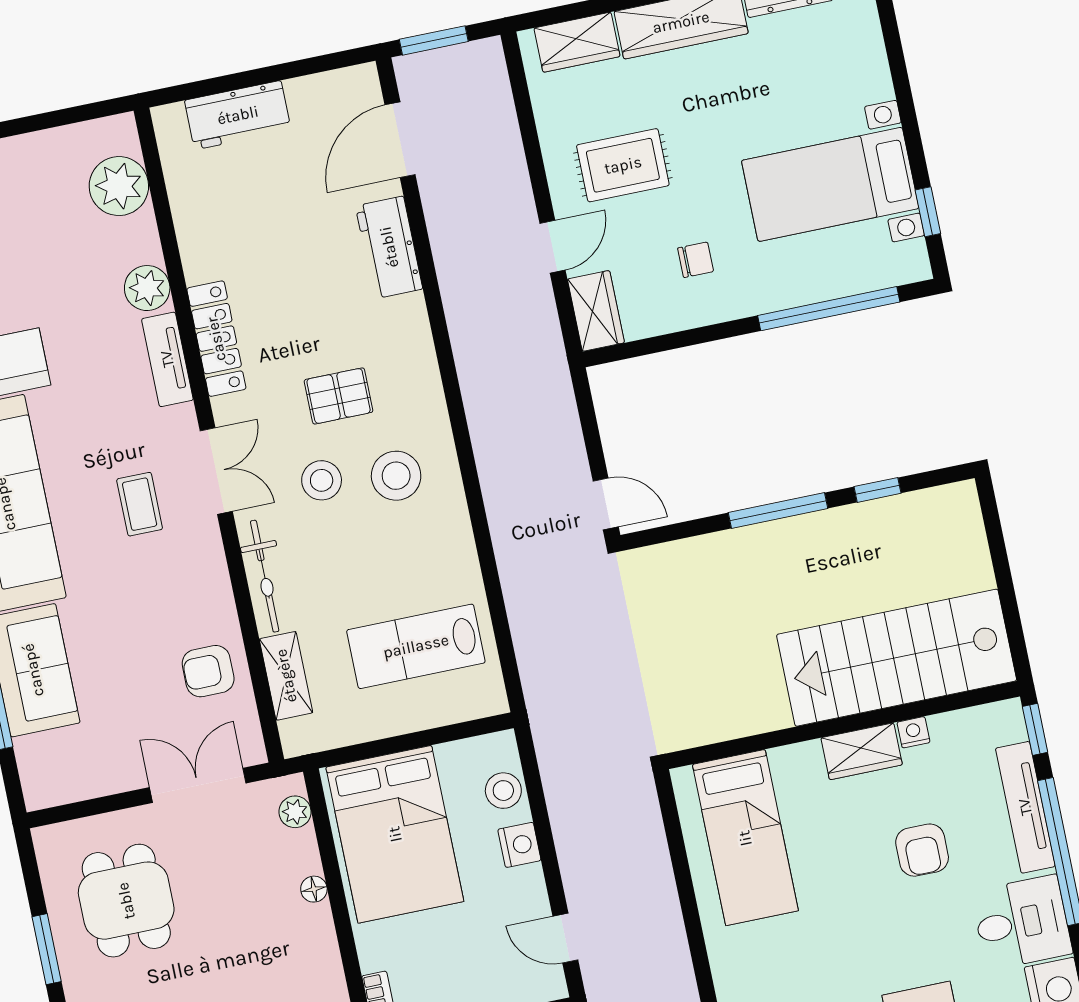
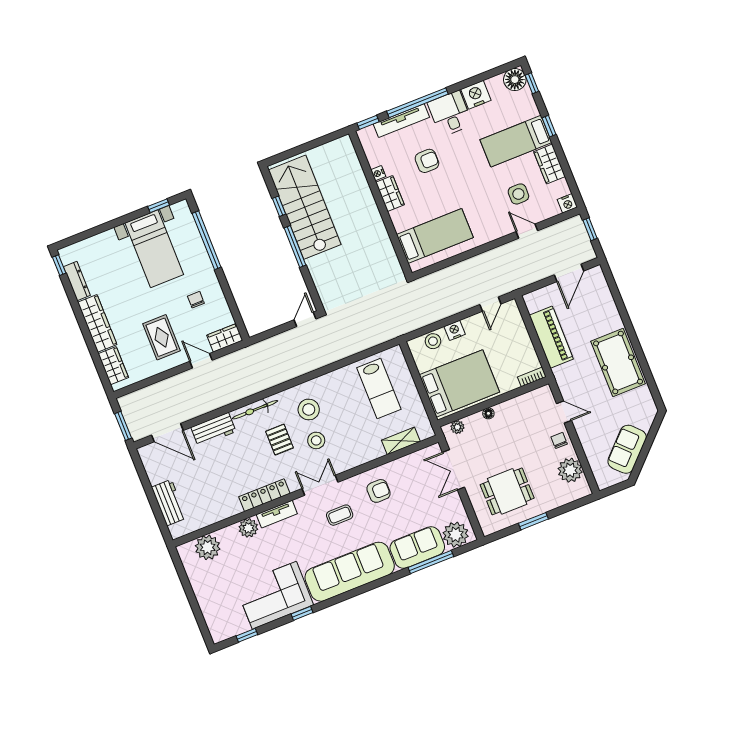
bicycle: (265, 576) -> (255, 410), moved, turned 180
stairs: (897, 658) -> (305, 207), moved, turned 180
armchair: (208, 671) -> (379, 491), moved, turned -90
plant: (47, 764) -> (456, 535), added

